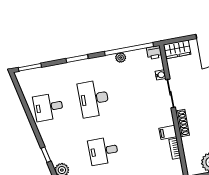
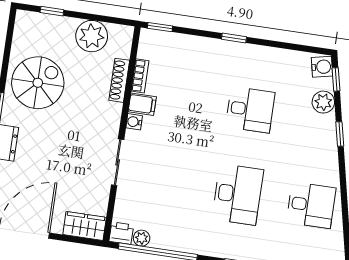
plant: (121, 58) -> (142, 238), moved
water cooler: (161, 75) -> (134, 122), moved
shoe rack: (183, 123) -> (119, 80), moved

